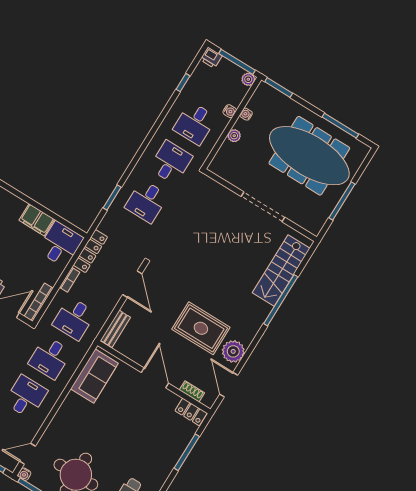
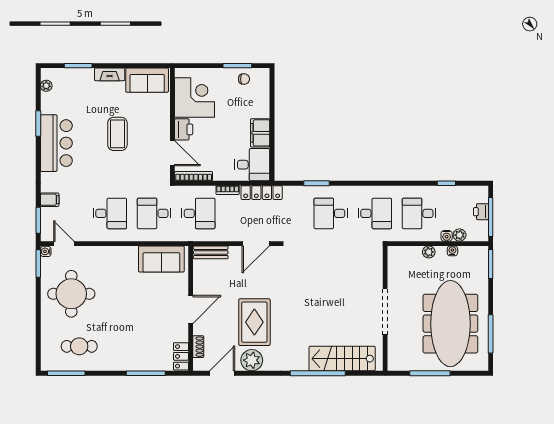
printer: (211, 58) -> (481, 212), moved
plant: (248, 79) -> (460, 235), moved
desk: (74, 319) -> (198, 213), turned 180

